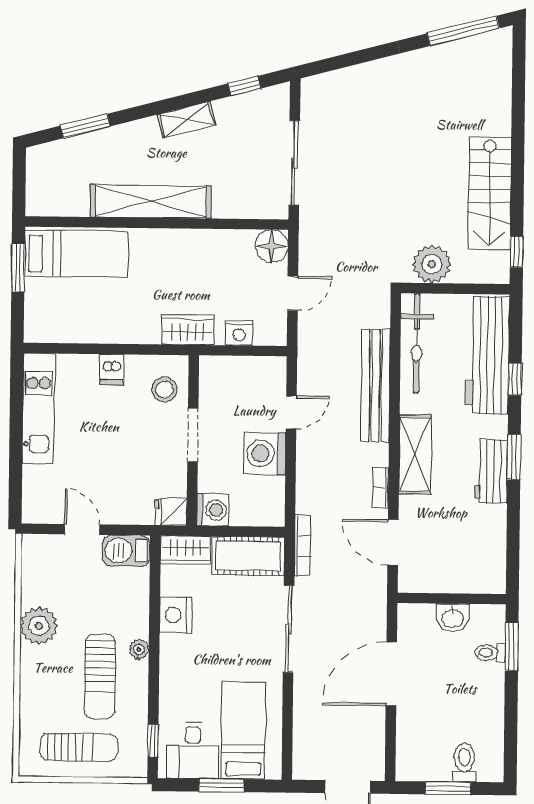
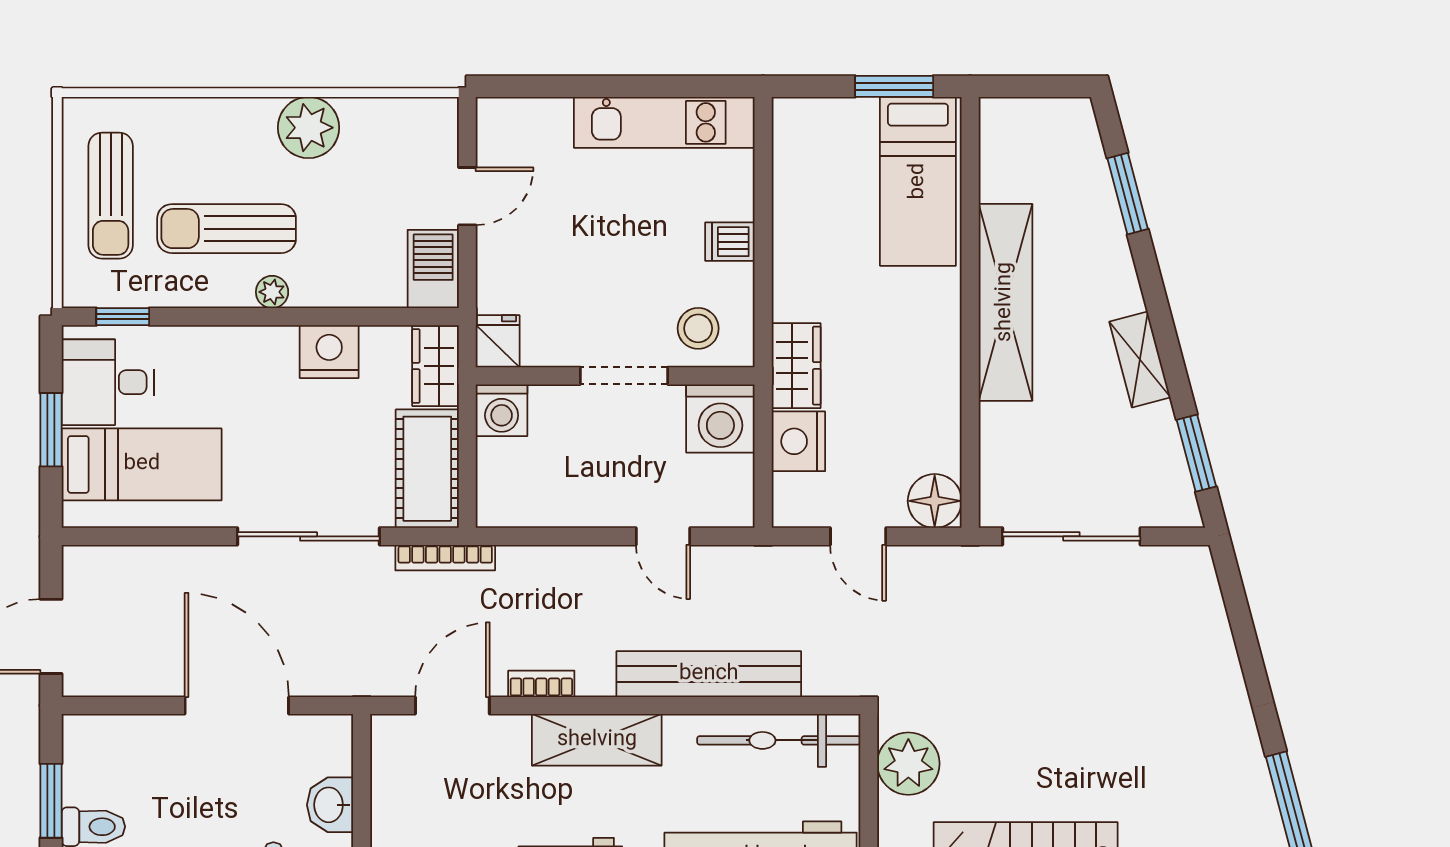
window: (244, 86) -> (1196, 453), width x1.50
nightstand: (239, 333) -> (798, 441), width x1.36, depth x1.33
washing machine: (265, 453) -> (720, 418), moved, turned 180

